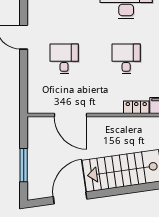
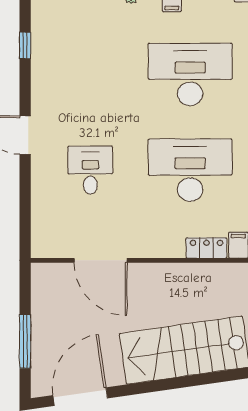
desk: (126, 59) -> (190, 170), width x1.87, depth x1.30
door: (70, 198) -> (80, 397), moved

